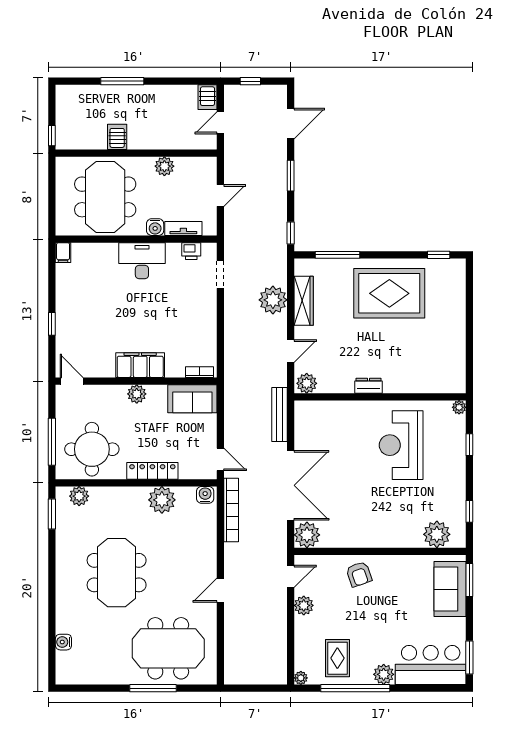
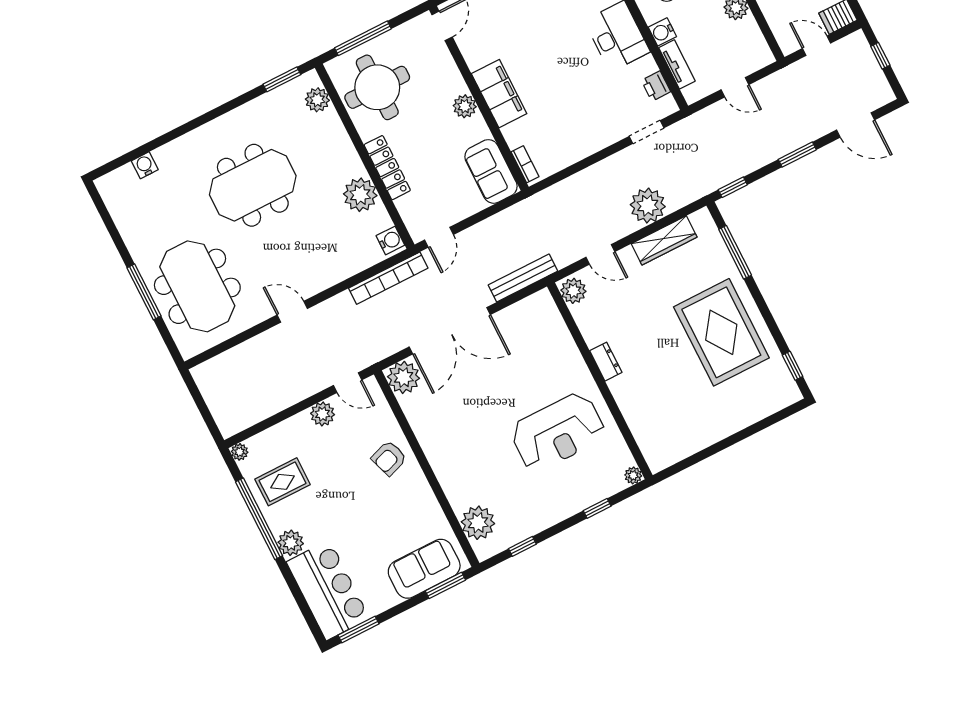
reception desk: (401, 445) -> (558, 432), turned 180

